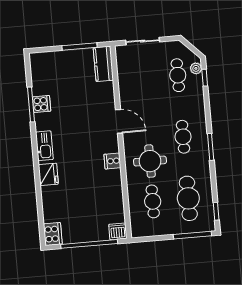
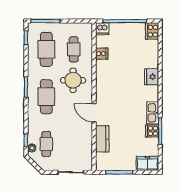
freezer: (44, 61) -> (147, 163), added
kitchen counter: (103, 64) -> (102, 139), moved
cafe table: (183, 137) -> (46, 97), width x1.37, depth x1.35
kitchen sink: (44, 146) -> (153, 113), moved
cooker: (112, 161) -> (102, 54), moved

